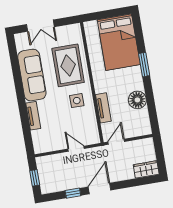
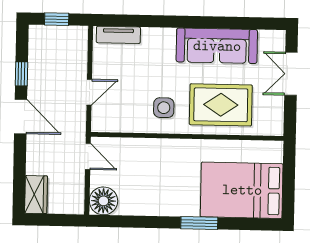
floor lamp: (137, 100) -> (103, 201), moved
tv unit: (103, 108) -> (144, 147), removed
tv unit: (33, 116) -> (118, 35), moved

